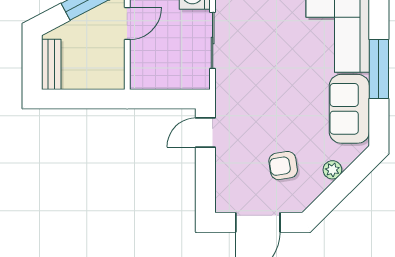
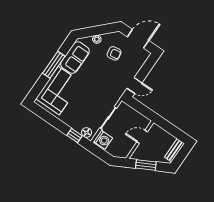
door: (127, 24) -> (142, 137), moved

